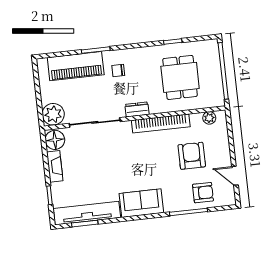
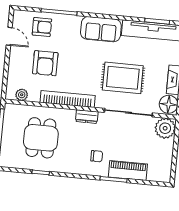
piano: (76, 66) -> (128, 171), width x0.73, depth x0.75
rug: (108, 157) -> (123, 78), added
armchair: (203, 193) -> (42, 27), turned 180

